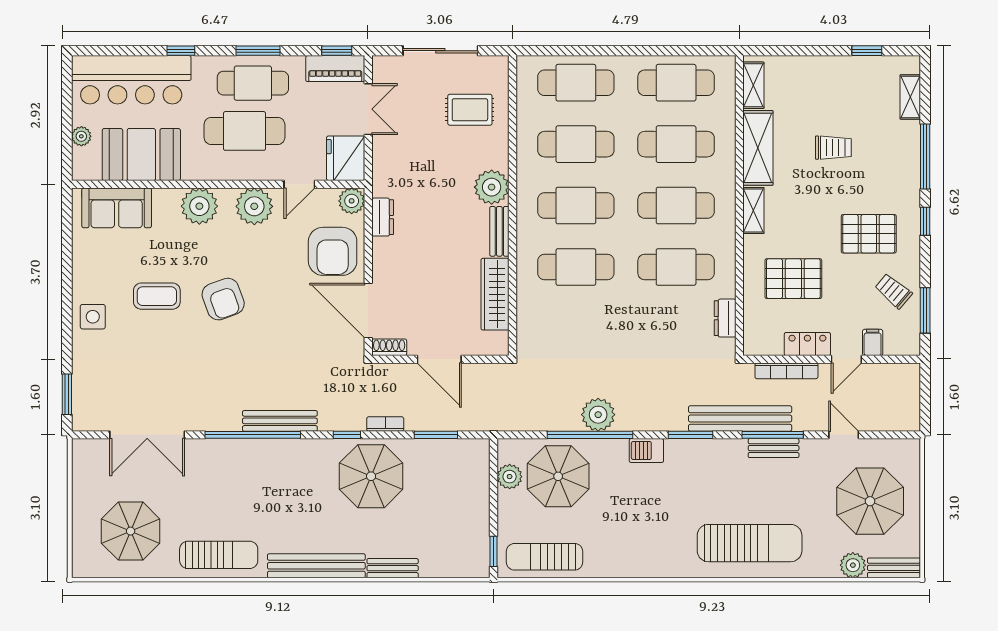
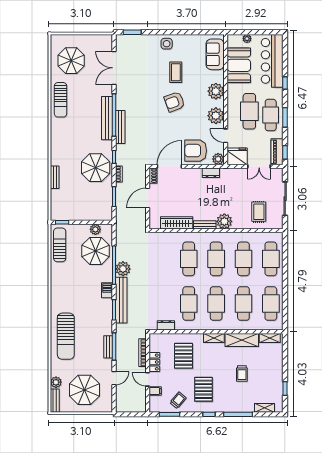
bench: (740, 419) -> (121, 300), moved
bench: (316, 566) -> (107, 118), moved

